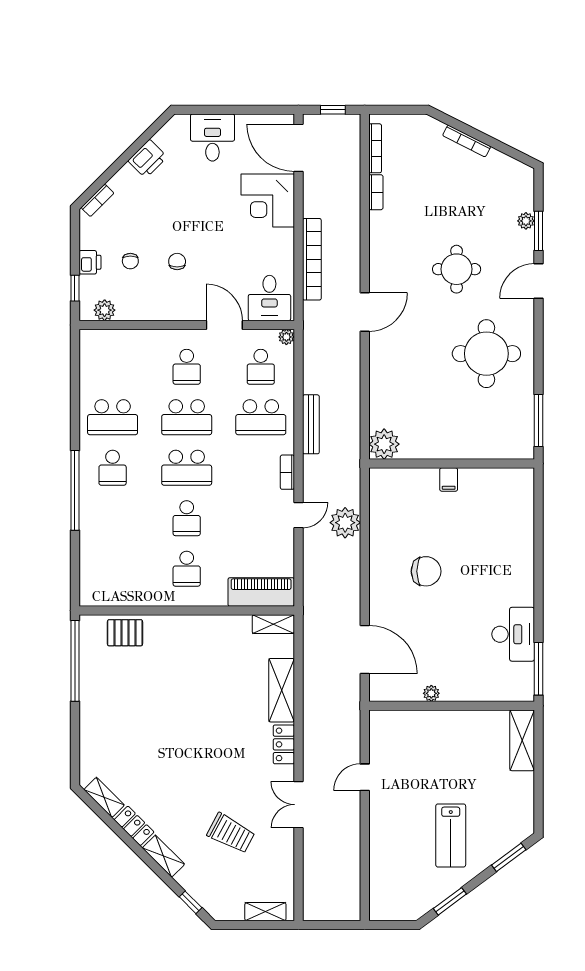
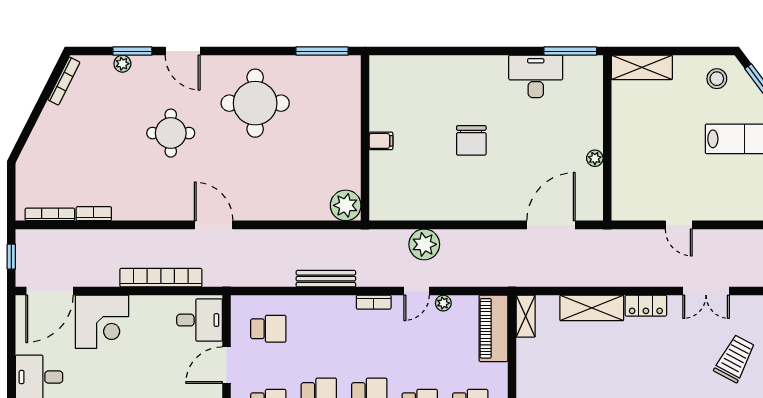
bookcase: (467, 141) -> (64, 81), moved
plant: (286, 337) -> (443, 303), moved
school desk: (261, 417) -> (319, 329), removed
door: (298, 515) -> (417, 291), swing flipped
chair: (426, 571) -> (471, 140), moved, turned 180
stool: (511, 815) -> (717, 79), added

